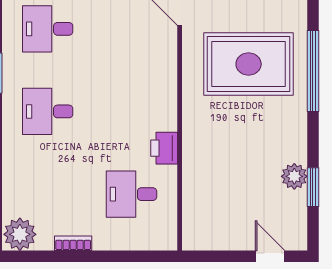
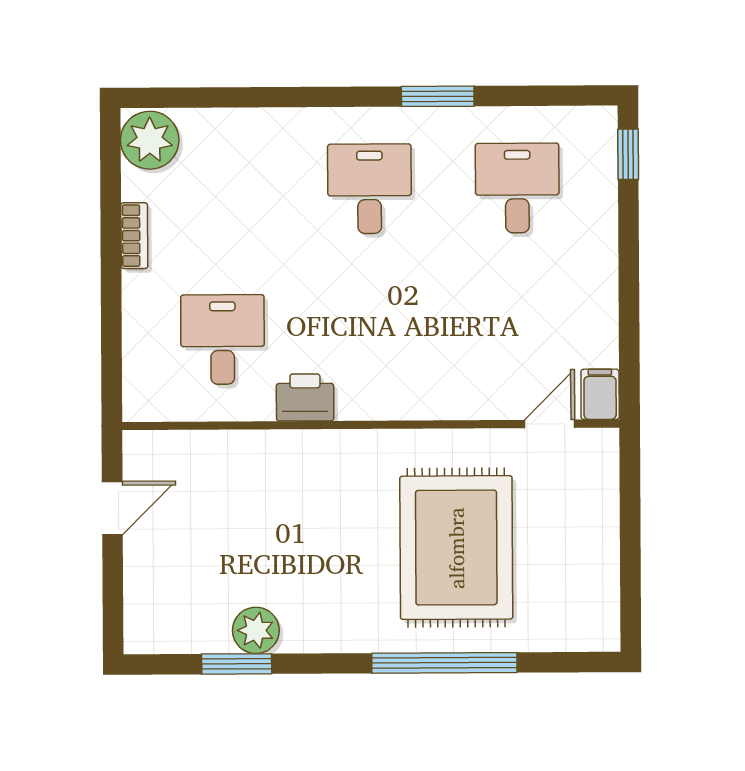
door: (270, 256) -> (112, 508), moved

